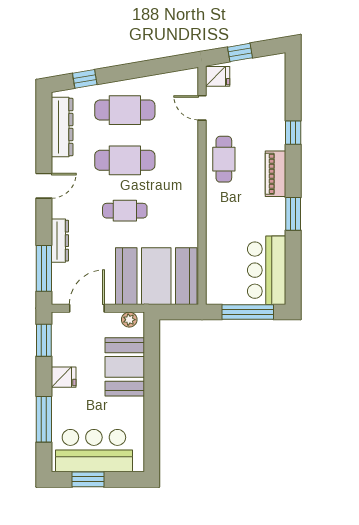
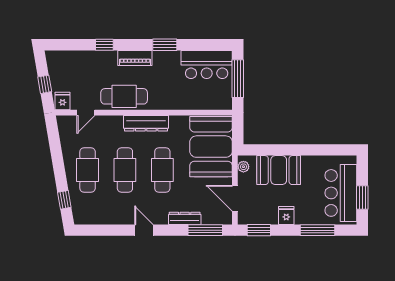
dresser: (62, 127) -> (146, 123), moved, turned 180
cafe table: (224, 159) -> (124, 96), width x1.37, depth x1.35
cafe table: (125, 211) -> (162, 170), width x1.37, depth x1.35

